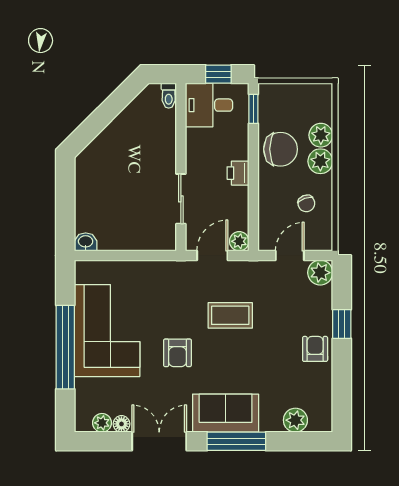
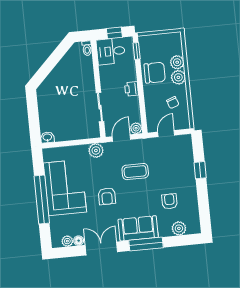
plant: (320, 273) -> (96, 150), moved
armchair: (315, 349) -> (169, 201), moved

